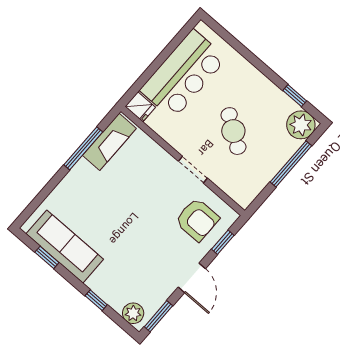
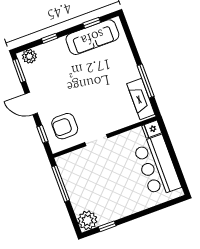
cafe table: (233, 131) -> (106, 177), removed
window: (291, 164) -> (61, 184), moved

